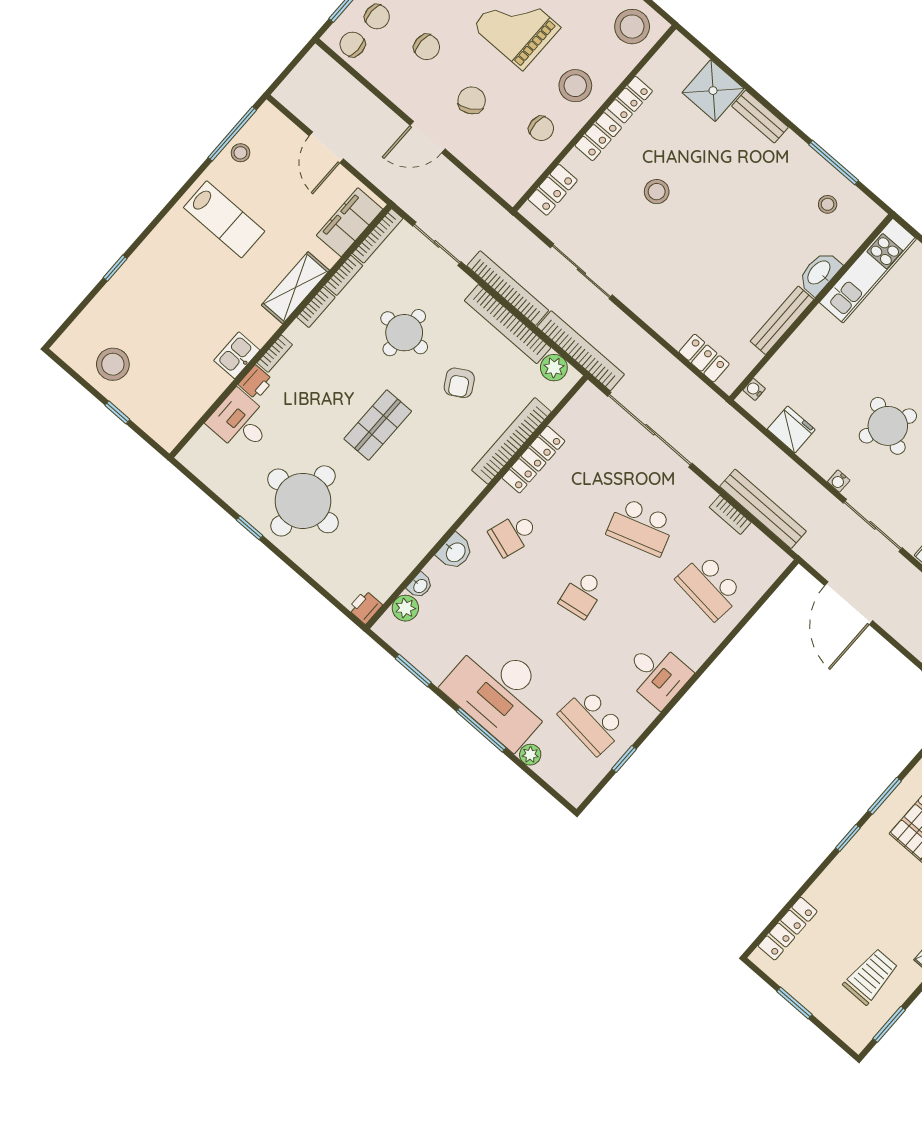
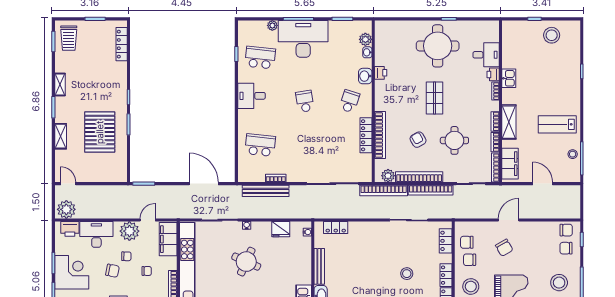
chair: (427, 47) -> (467, 242), moved
school desk: (641, 527) -> (305, 145), removed
printer: (365, 607) -> (381, 73), moved
trolley: (871, 976) -> (69, 38), moved

